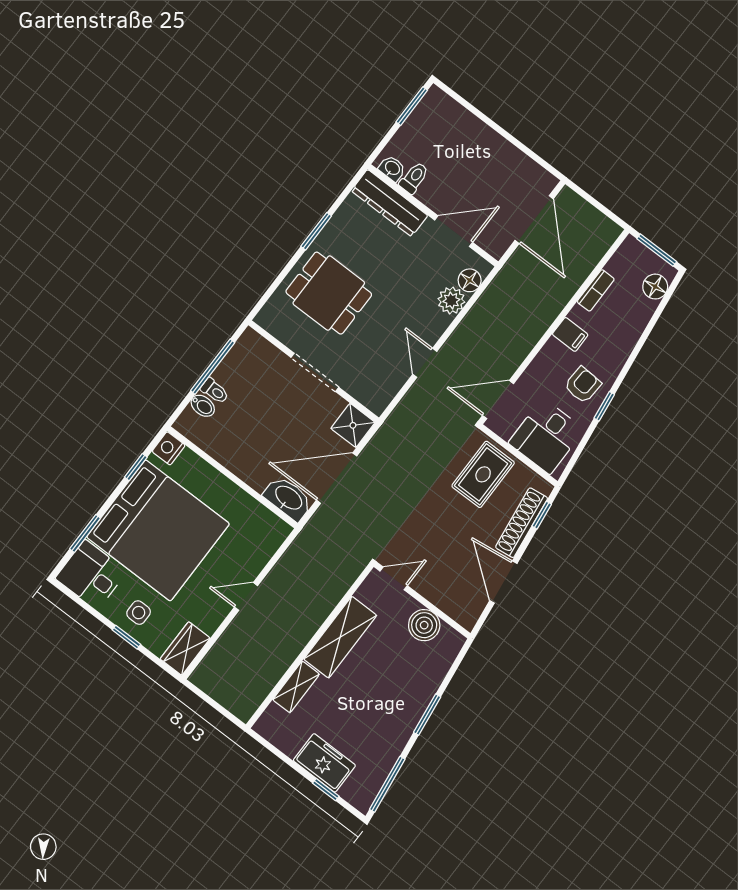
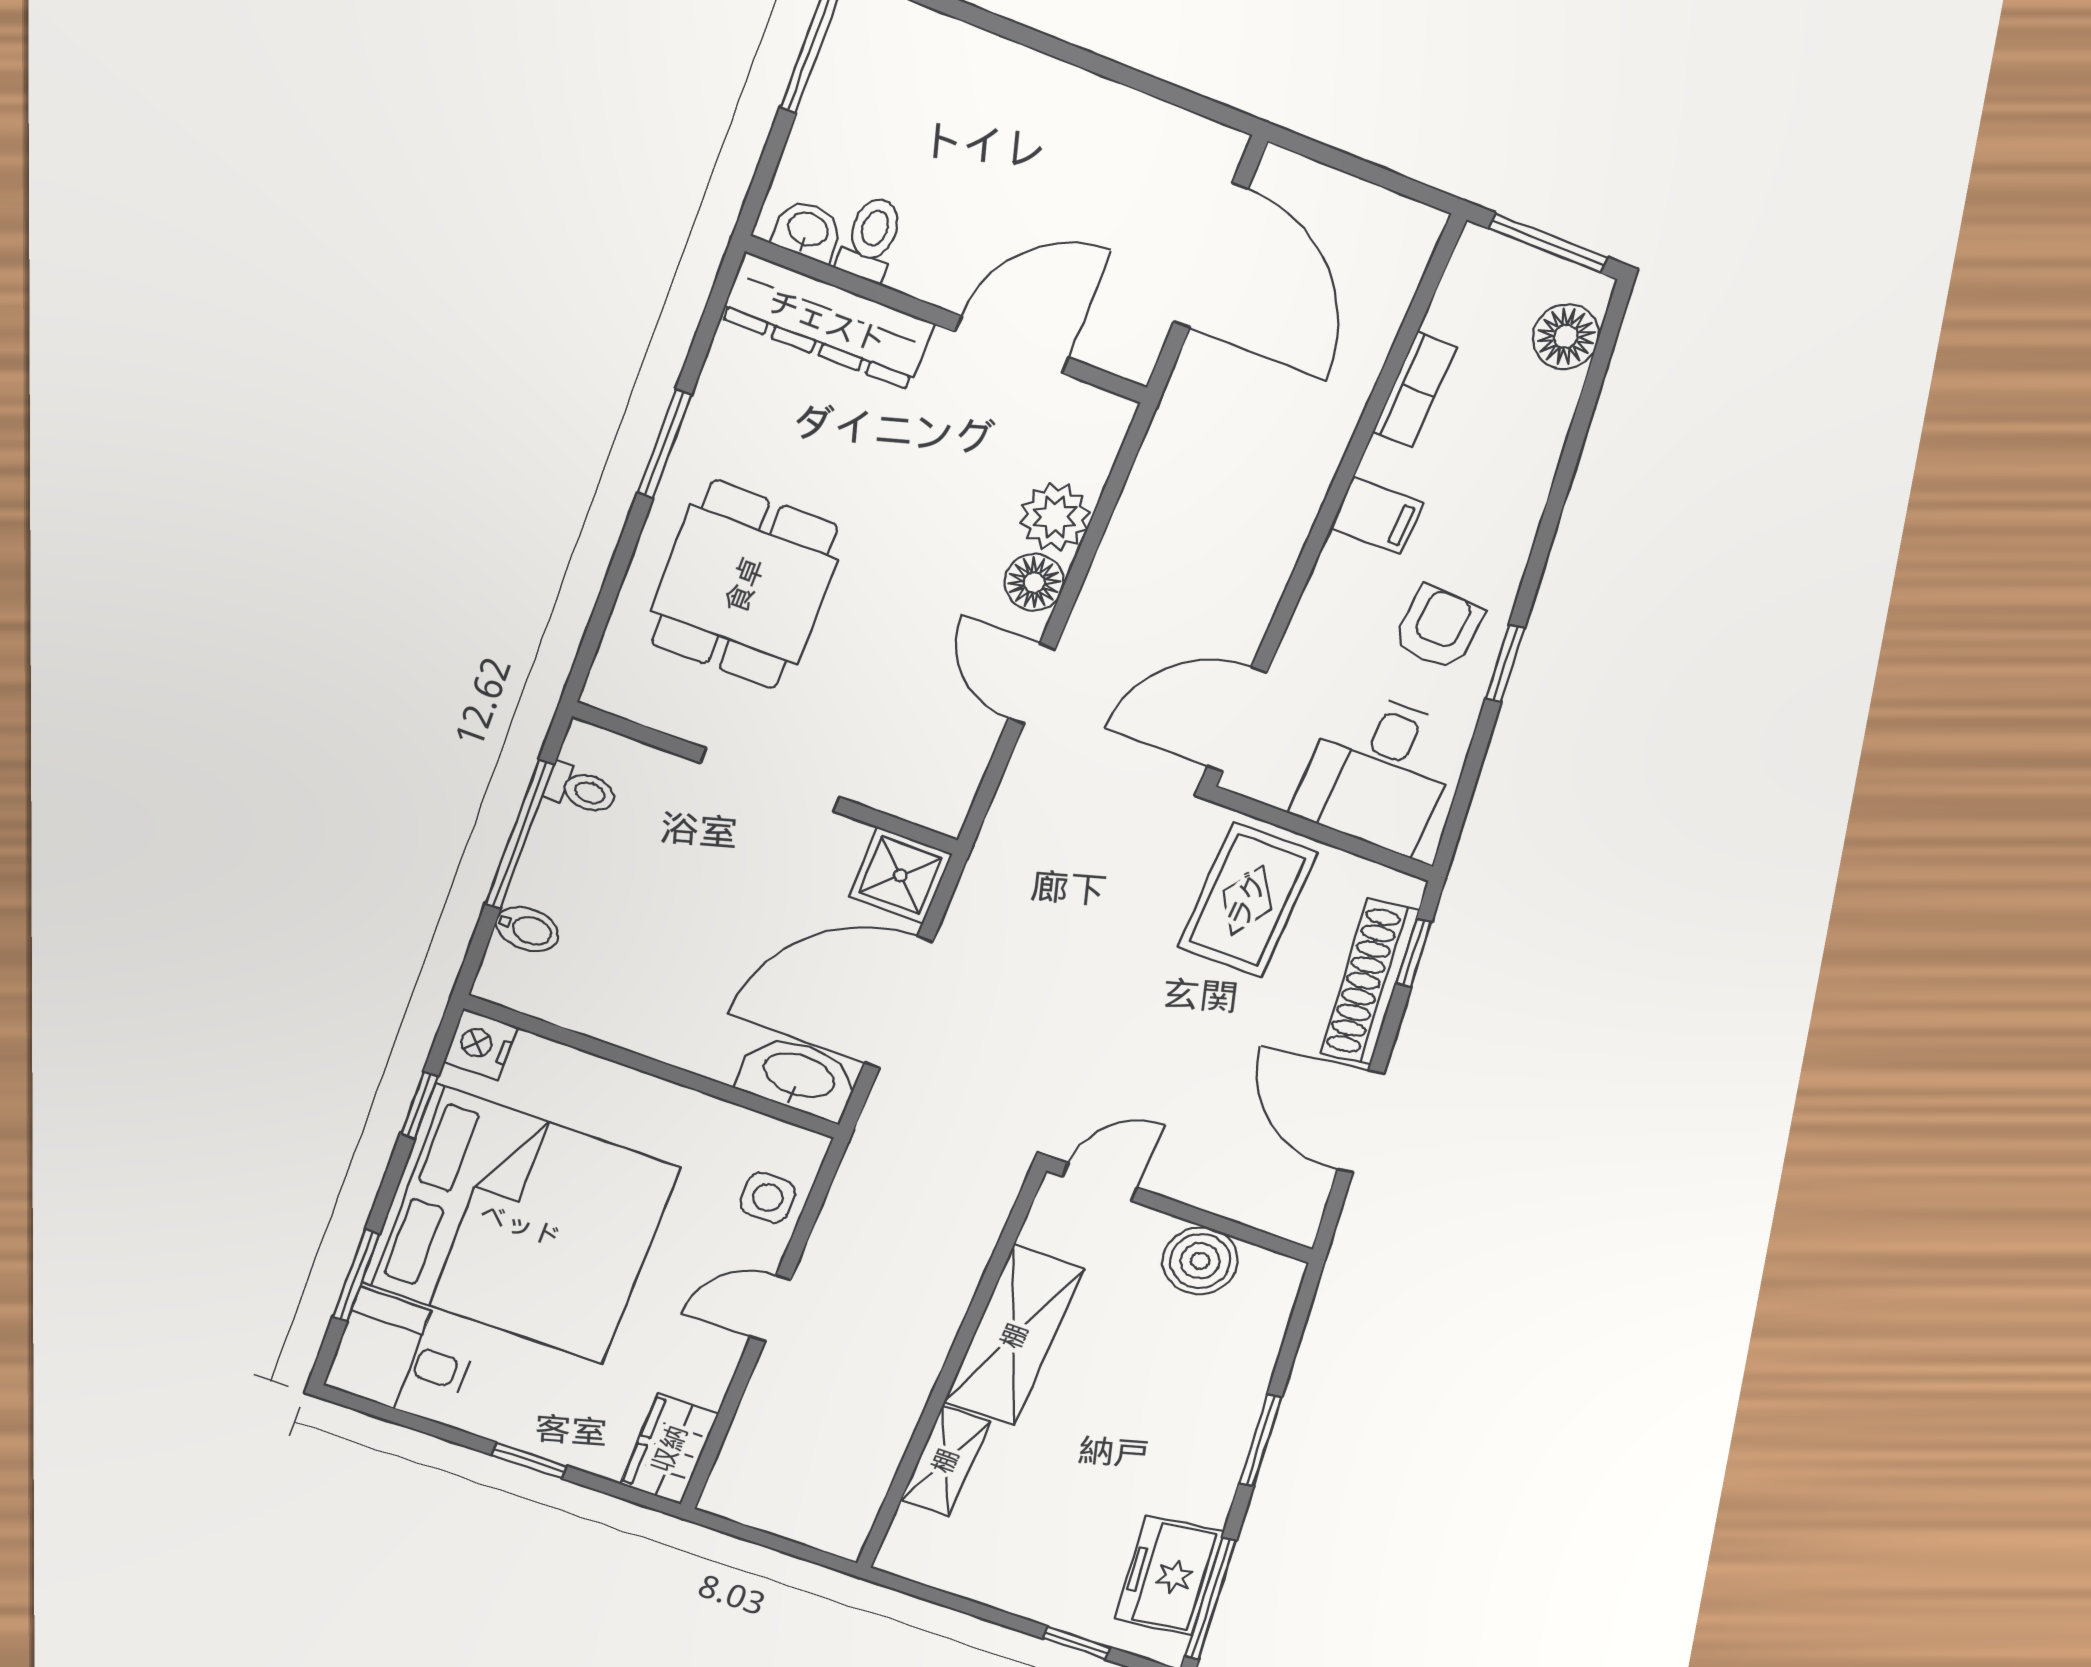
floor lamp: (470, 280) -> (1034, 582), moved
dining table: (329, 293) -> (744, 585), turned 90
toilet: (215, 391) -> (581, 790), moved
side table: (139, 613) -> (768, 1198), moved
freezer: (324, 763) -> (1169, 1576), moved, turned -98

